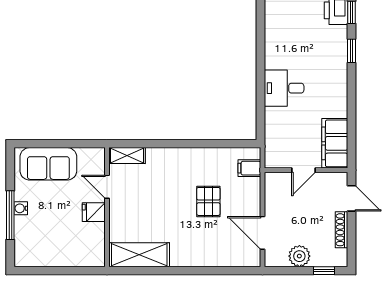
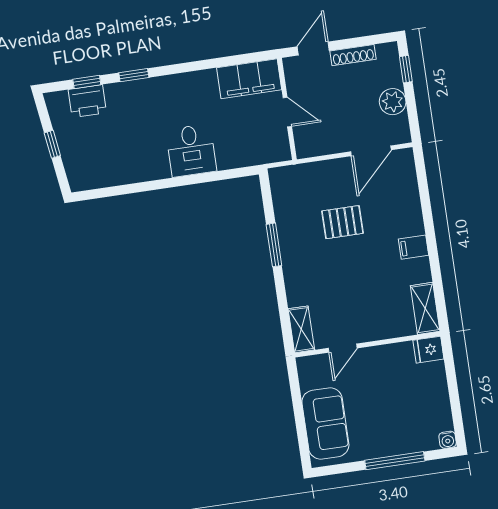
window: (198, 144) -> (274, 245), added
filing cabinet: (249, 168) -> (413, 247), moved, turned 90
water cooler: (21, 208) -> (448, 440), moved
fridge: (94, 212) -> (428, 350), moved, turned 90
shelving: (139, 255) -> (425, 308), width x0.67, depth x0.75

